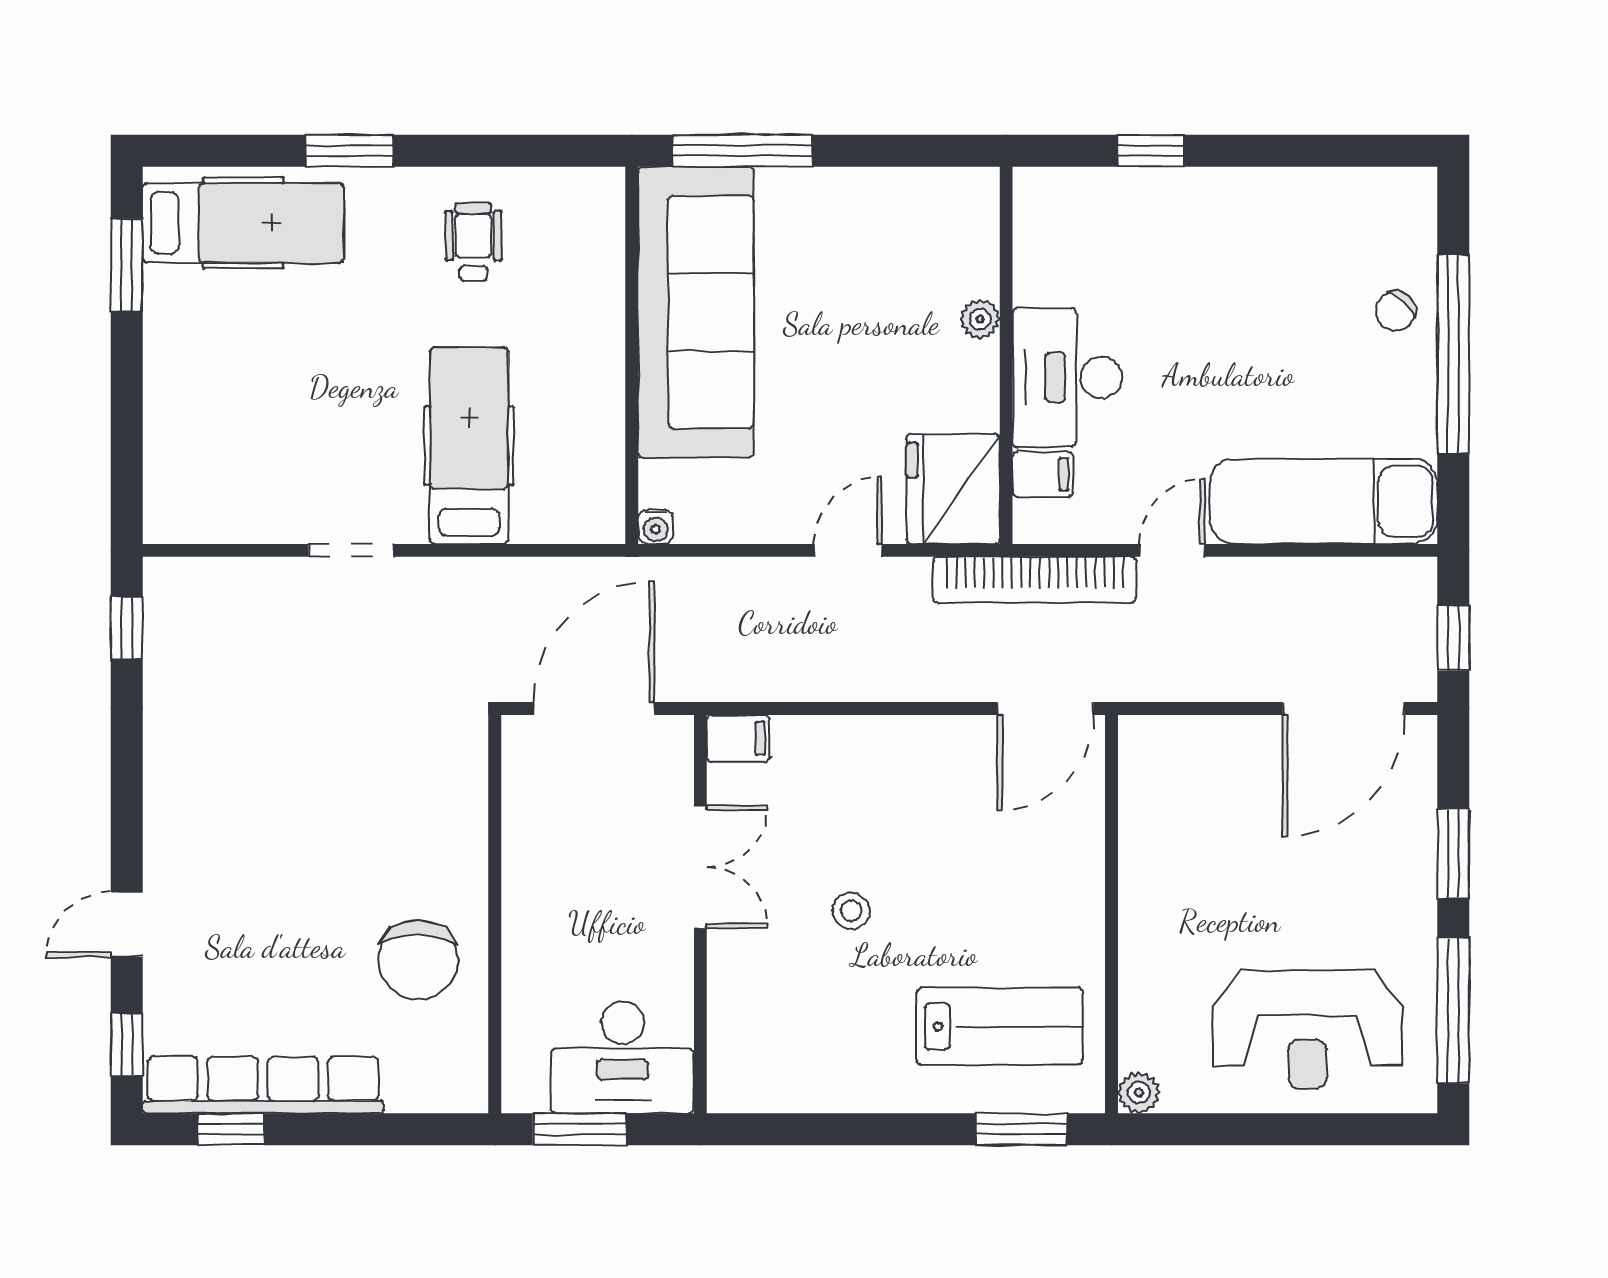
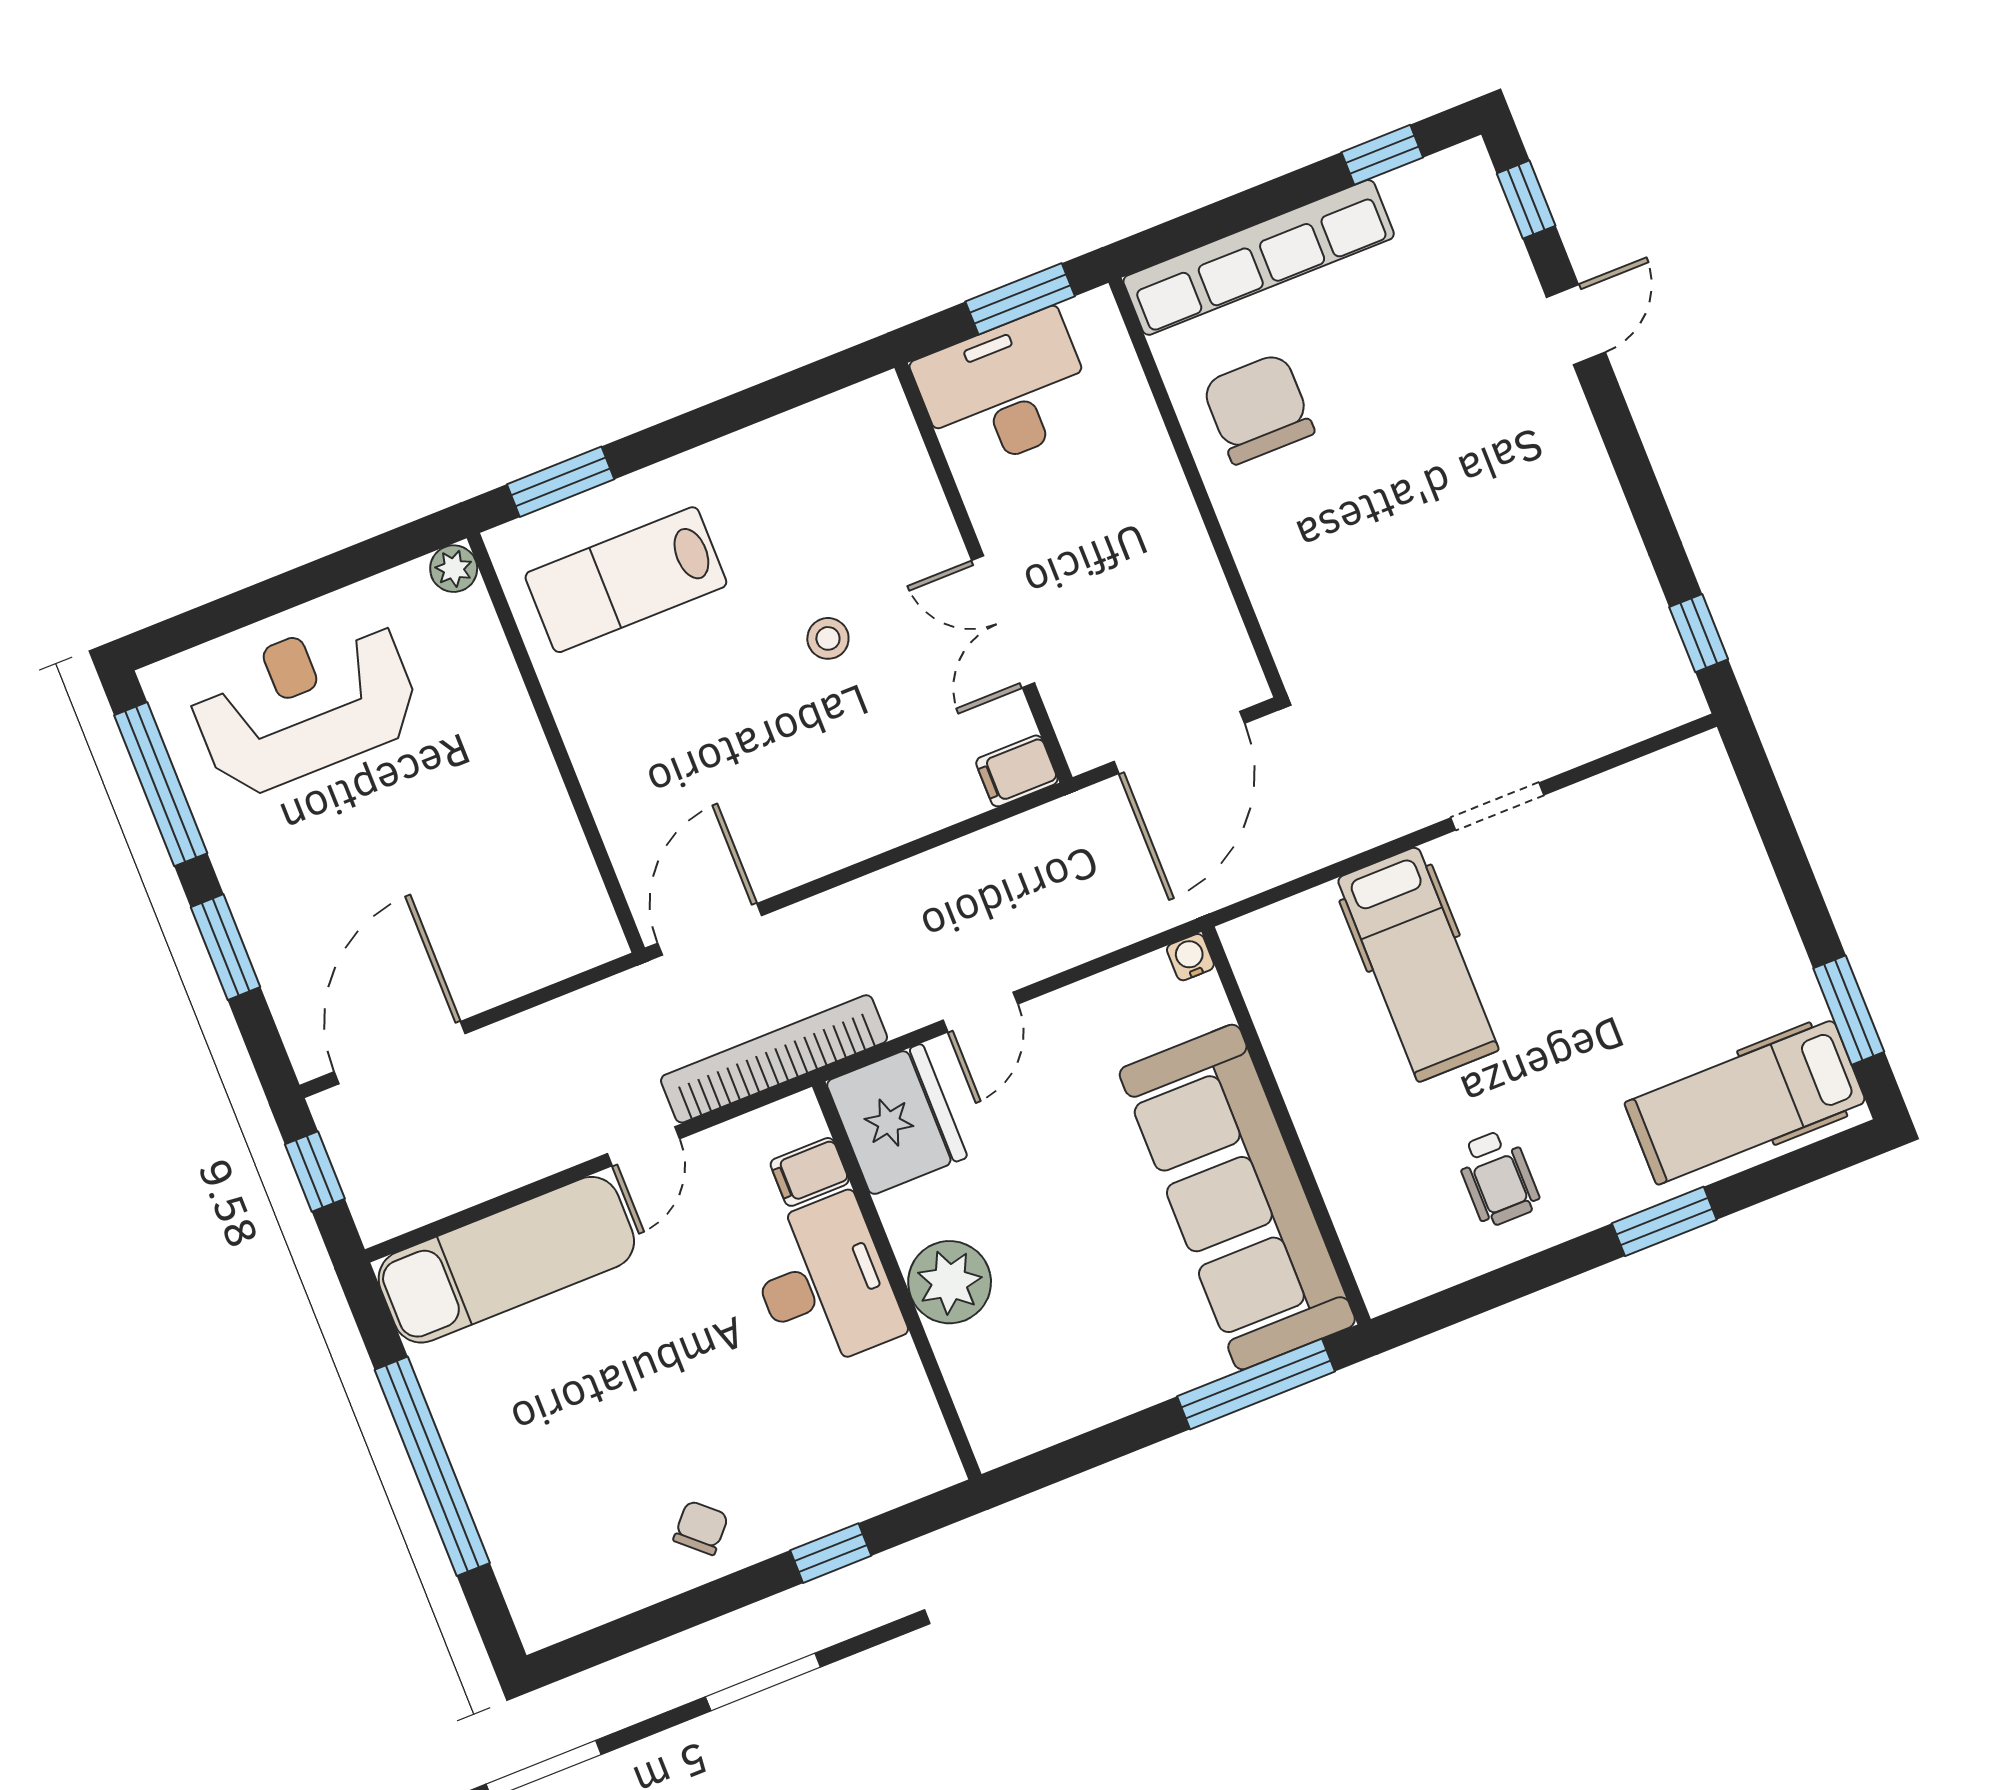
chair: (1396, 311) -> (701, 1528), moved
plant: (980, 319) -> (950, 1282), width x1.88, depth x1.88
row of seats: (263, 1085) -> (1259, 257), moved

